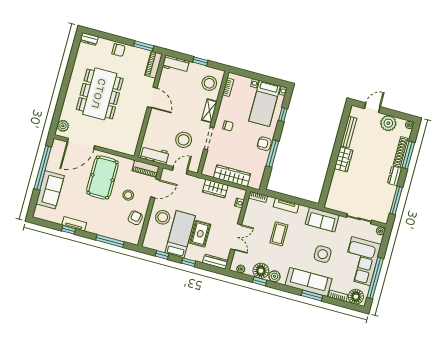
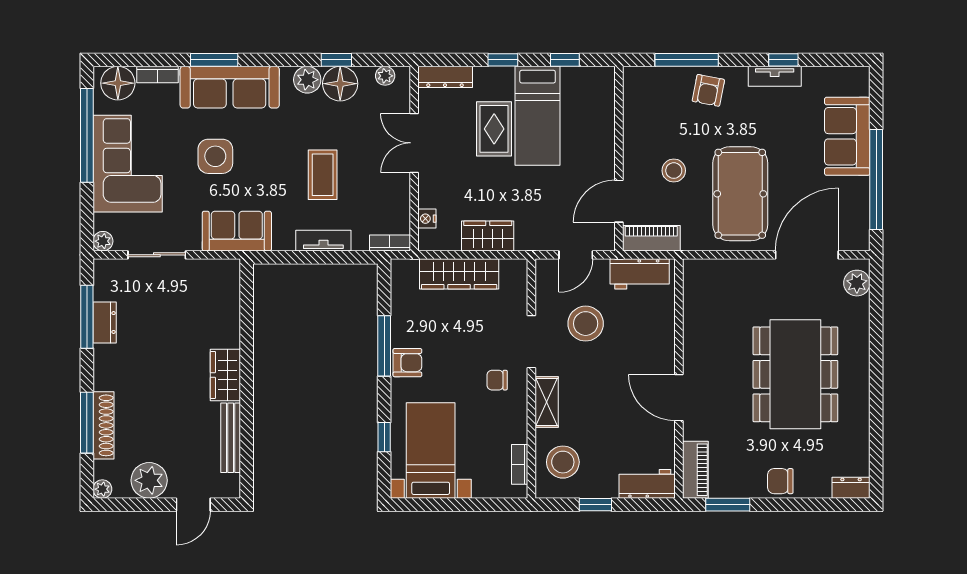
dresser: (395, 176) -> (105, 323), moved
stool: (163, 217) -> (586, 142), removed
armchair: (135, 218) -> (708, 90), moved

